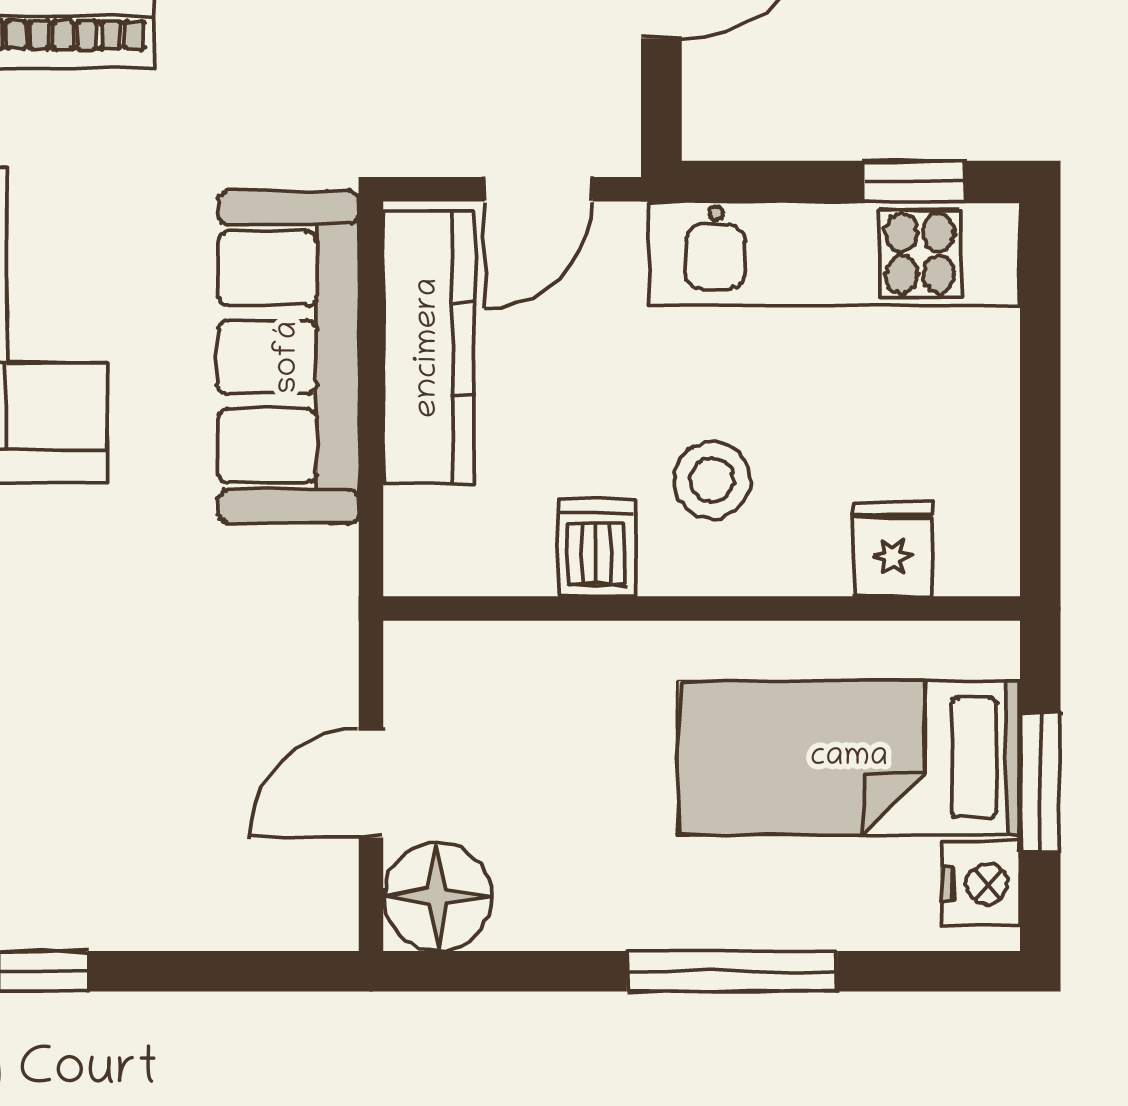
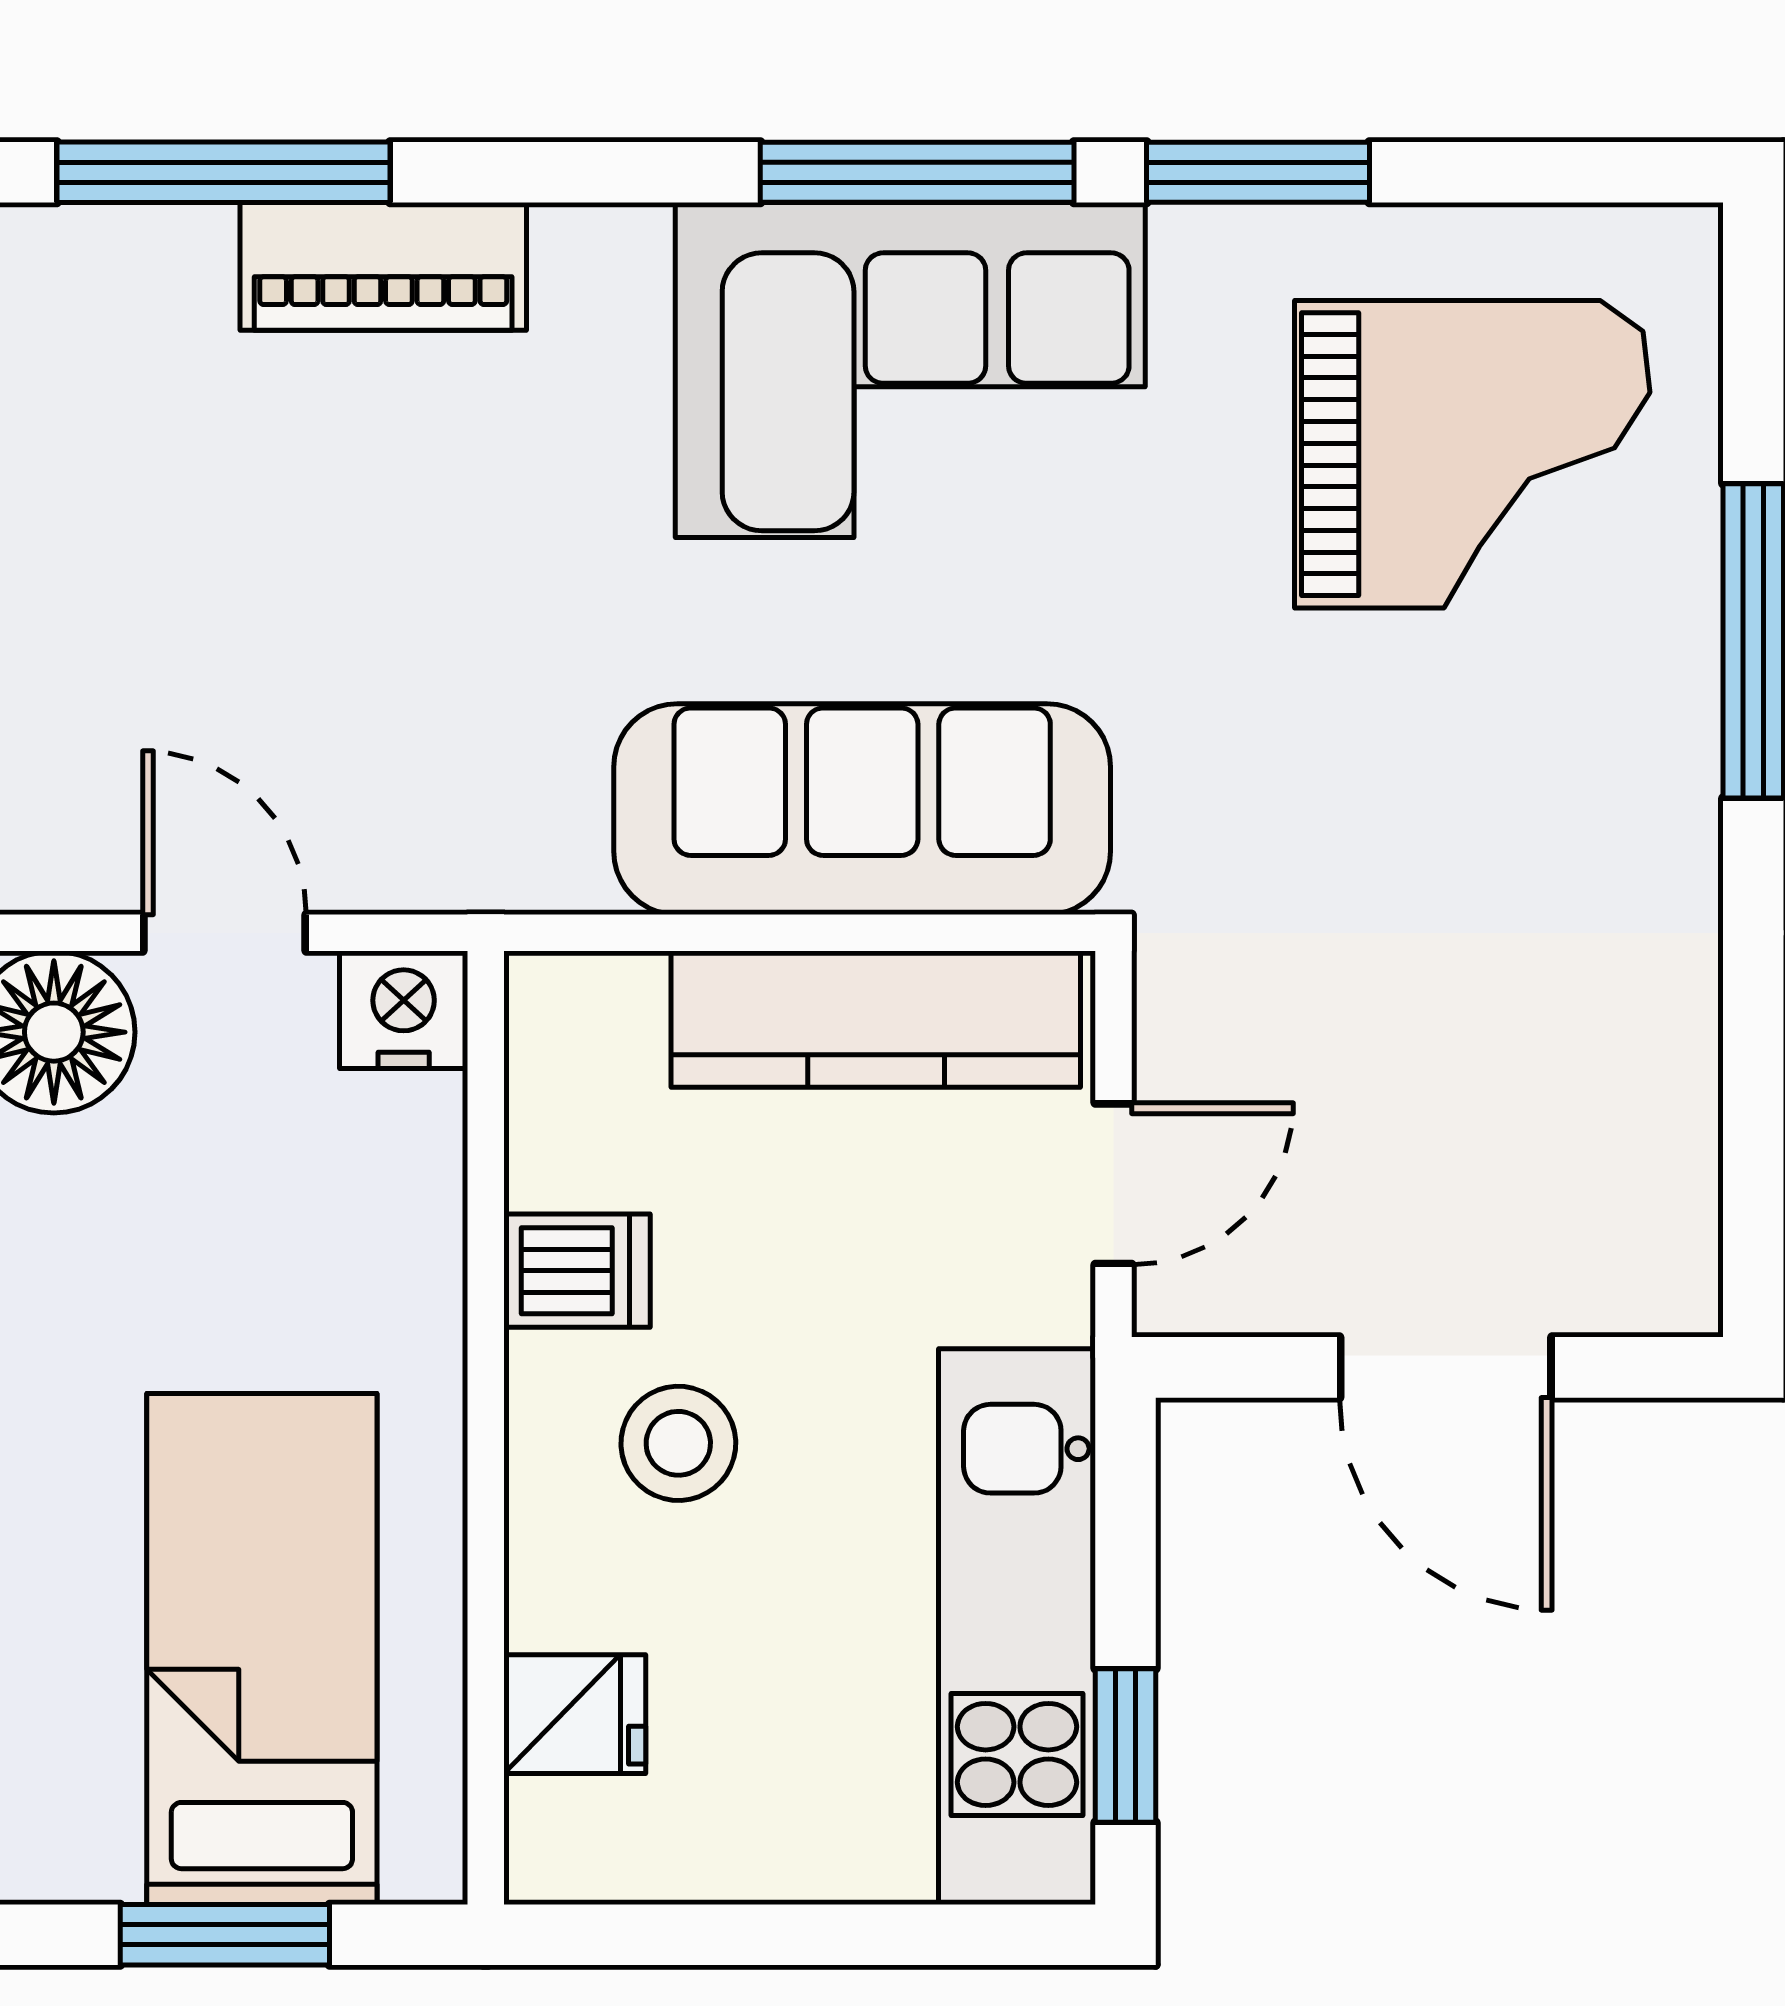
door: (539, 189) -> (1113, 1184), swing flipped
nightstand: (981, 884) -> (404, 1010), moved, turned 180

